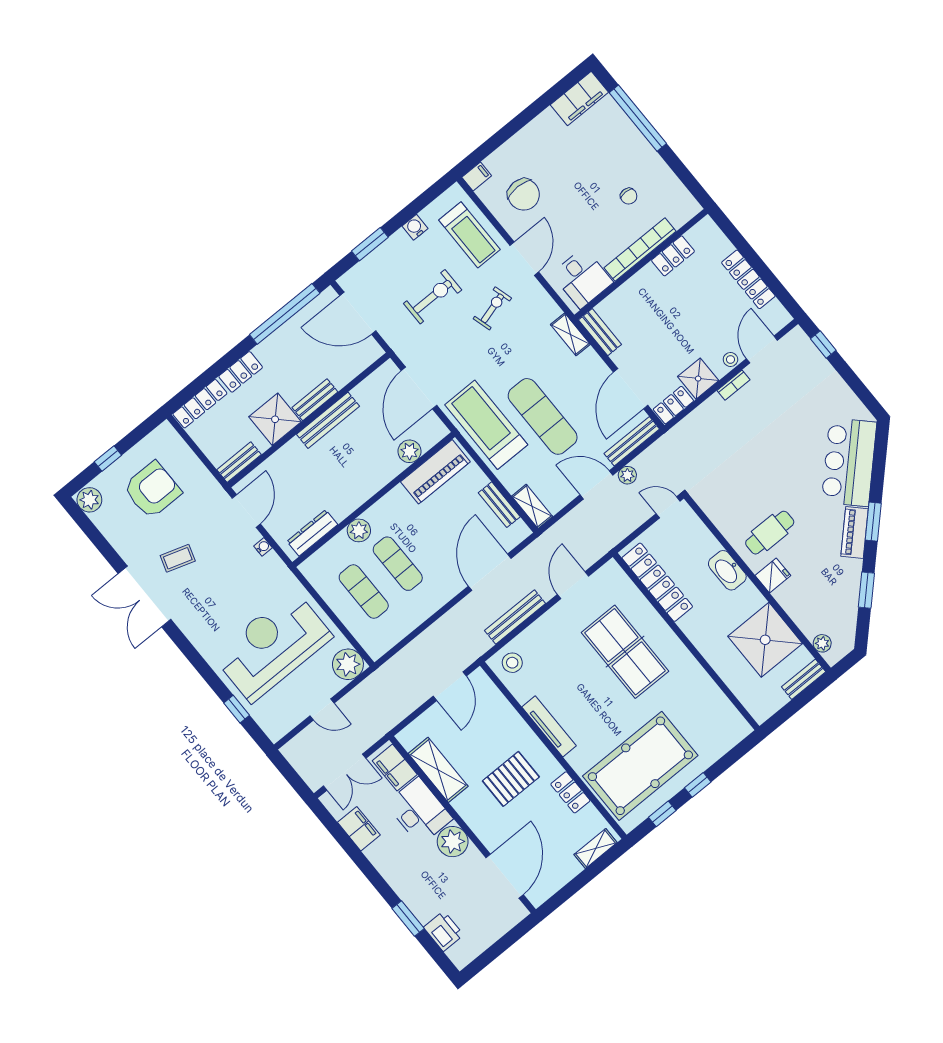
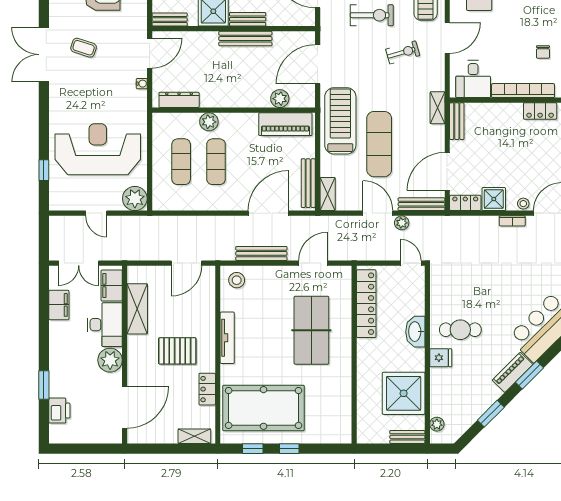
bench: (499, 505) -> (308, 183), width x1.36

